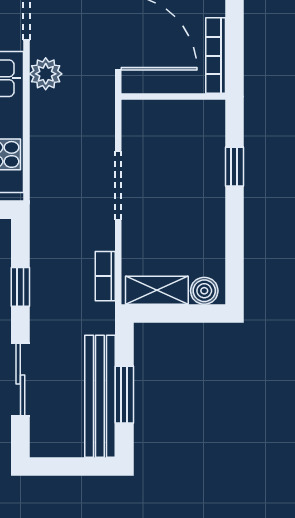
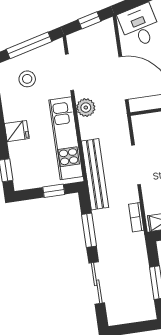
window: (20, 287) -> (89, 230), width x1.50
bench: (100, 396) -> (95, 174), moved

